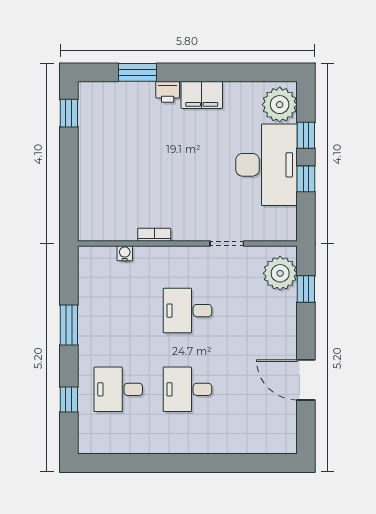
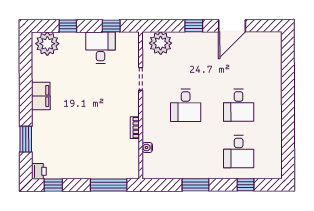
printer: (168, 92) -> (39, 171), moved
desk: (267, 165) -> (101, 48), width x0.53, depth x0.77
window: (306, 179) -> (111, 26), moved
window: (69, 196) -> (109, 185), added
window: (306, 289) -> (194, 26), moved

